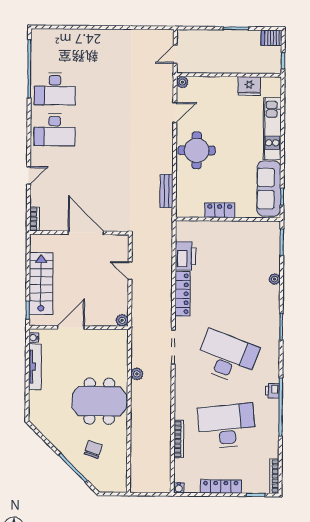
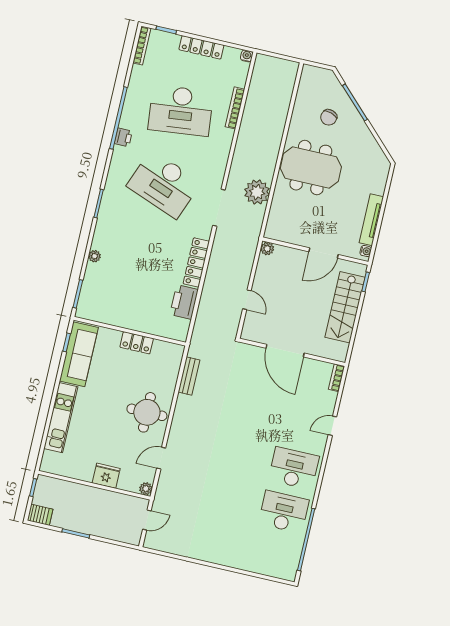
fridge: (249, 86) -> (106, 476), moved
plant: (137, 374) -> (257, 192), width x1.88, depth x1.88

